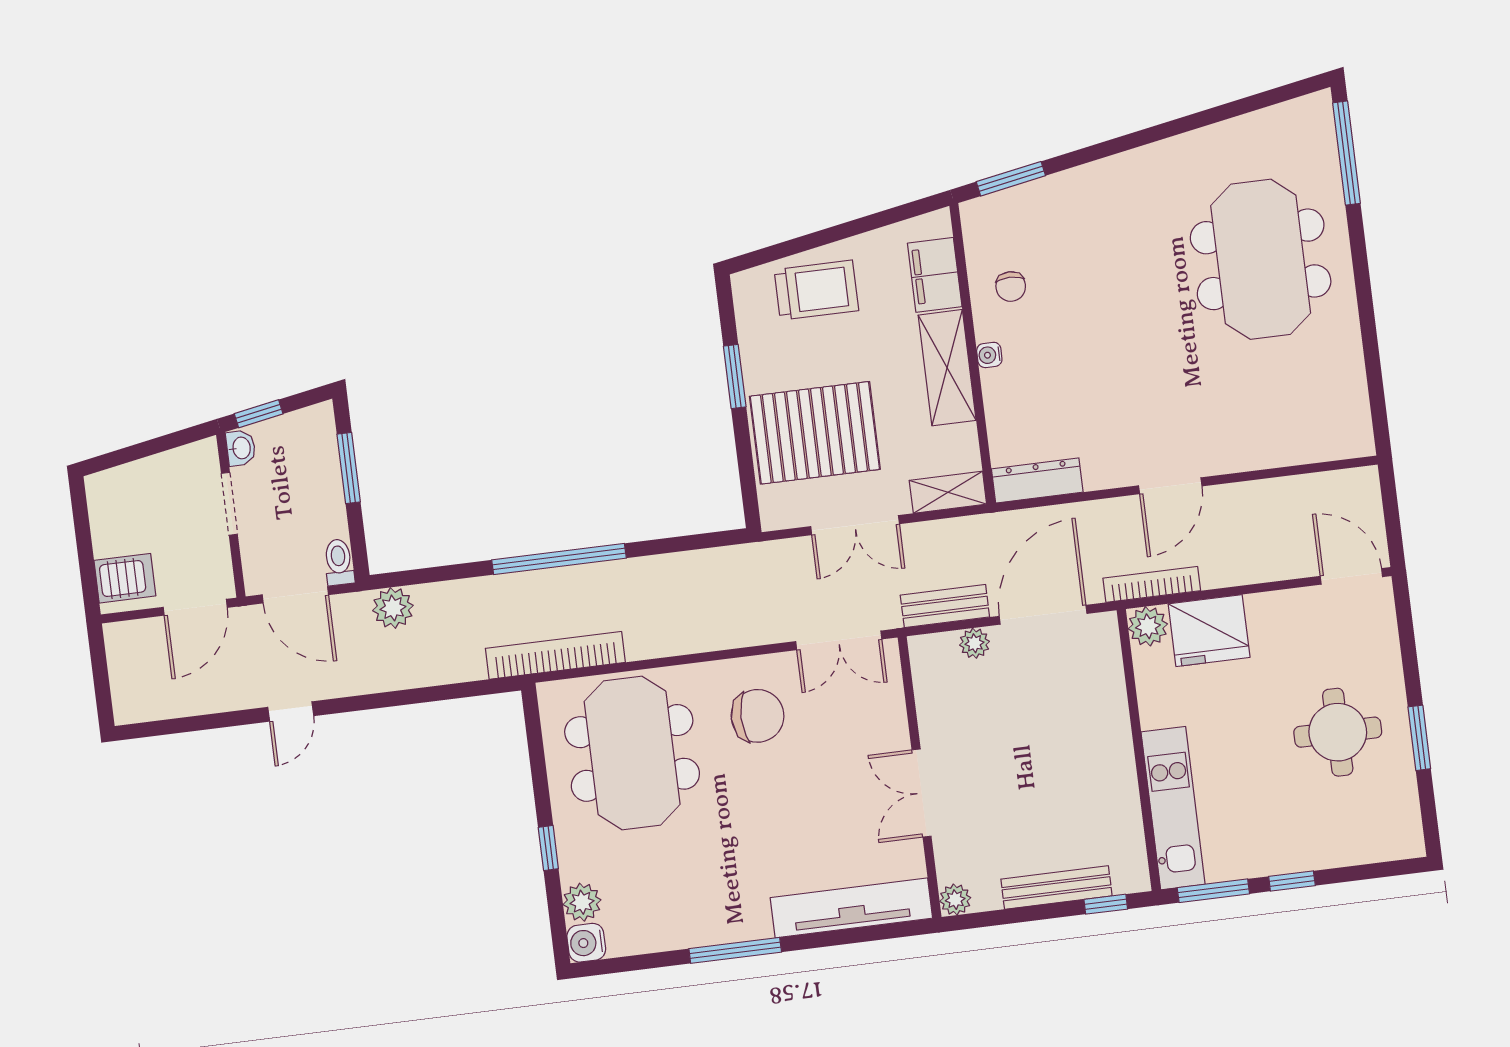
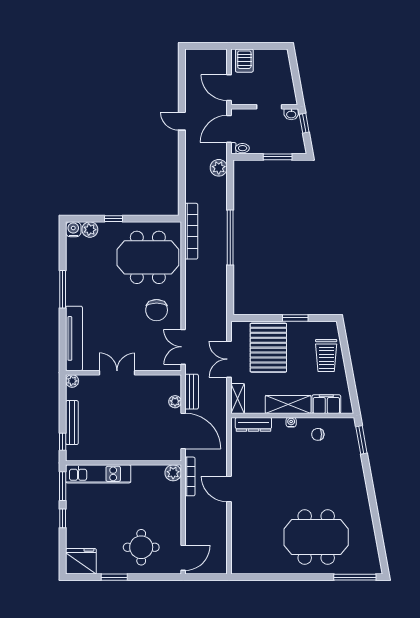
dresser: (1037, 480) -> (253, 424), moved, turned 90
fridge: (1209, 631) -> (81, 561), moved, turned 90
round table: (1338, 732) -> (141, 547), moved

